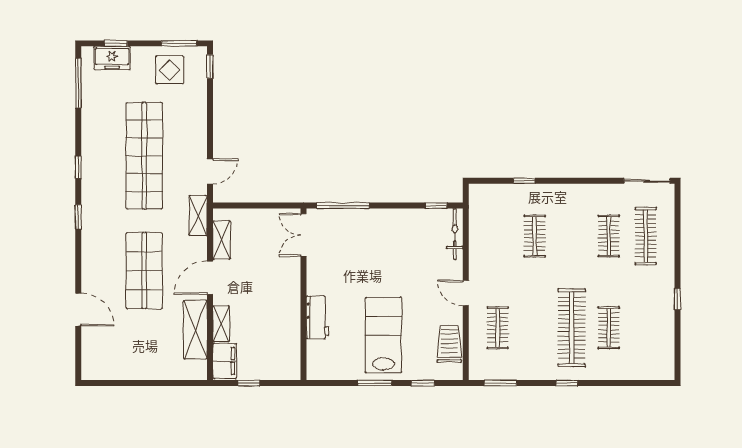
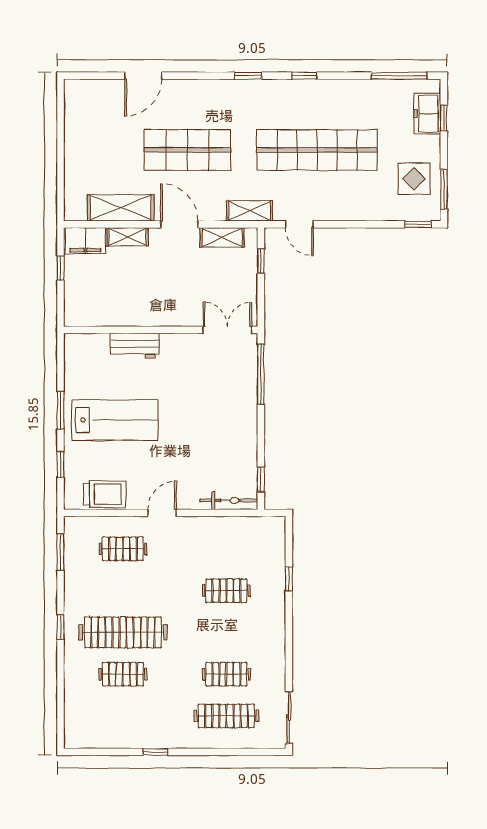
window: (243, 206) -> (261, 261), added

